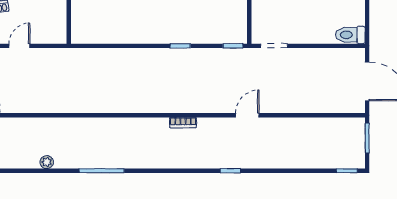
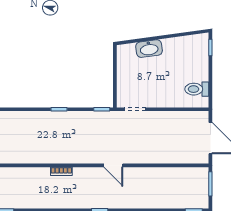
toilet: (350, 35) -> (197, 89), moved
door: (247, 115) -> (113, 165), swing flipped

